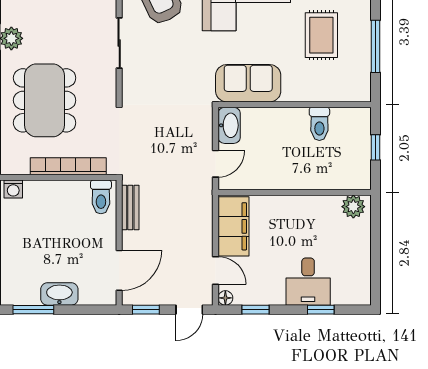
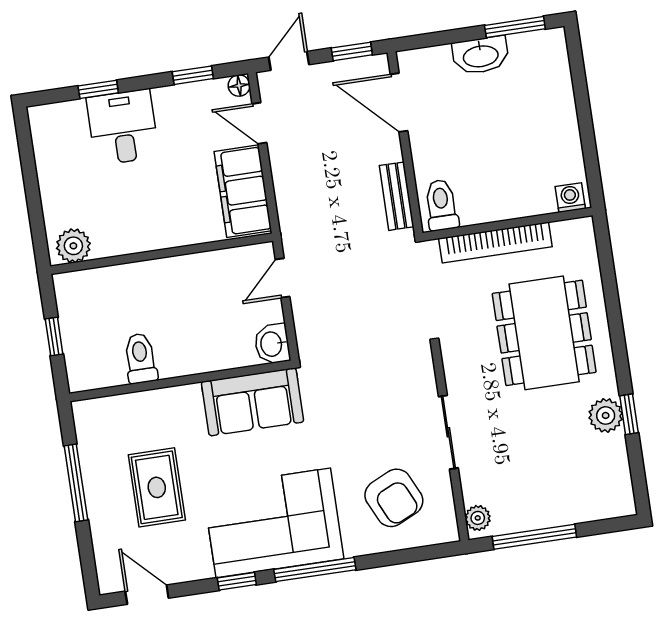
washbasin: (229, 125) -> (272, 344), width x0.72
door: (119, 270) -> (399, 103), hinge flipped

